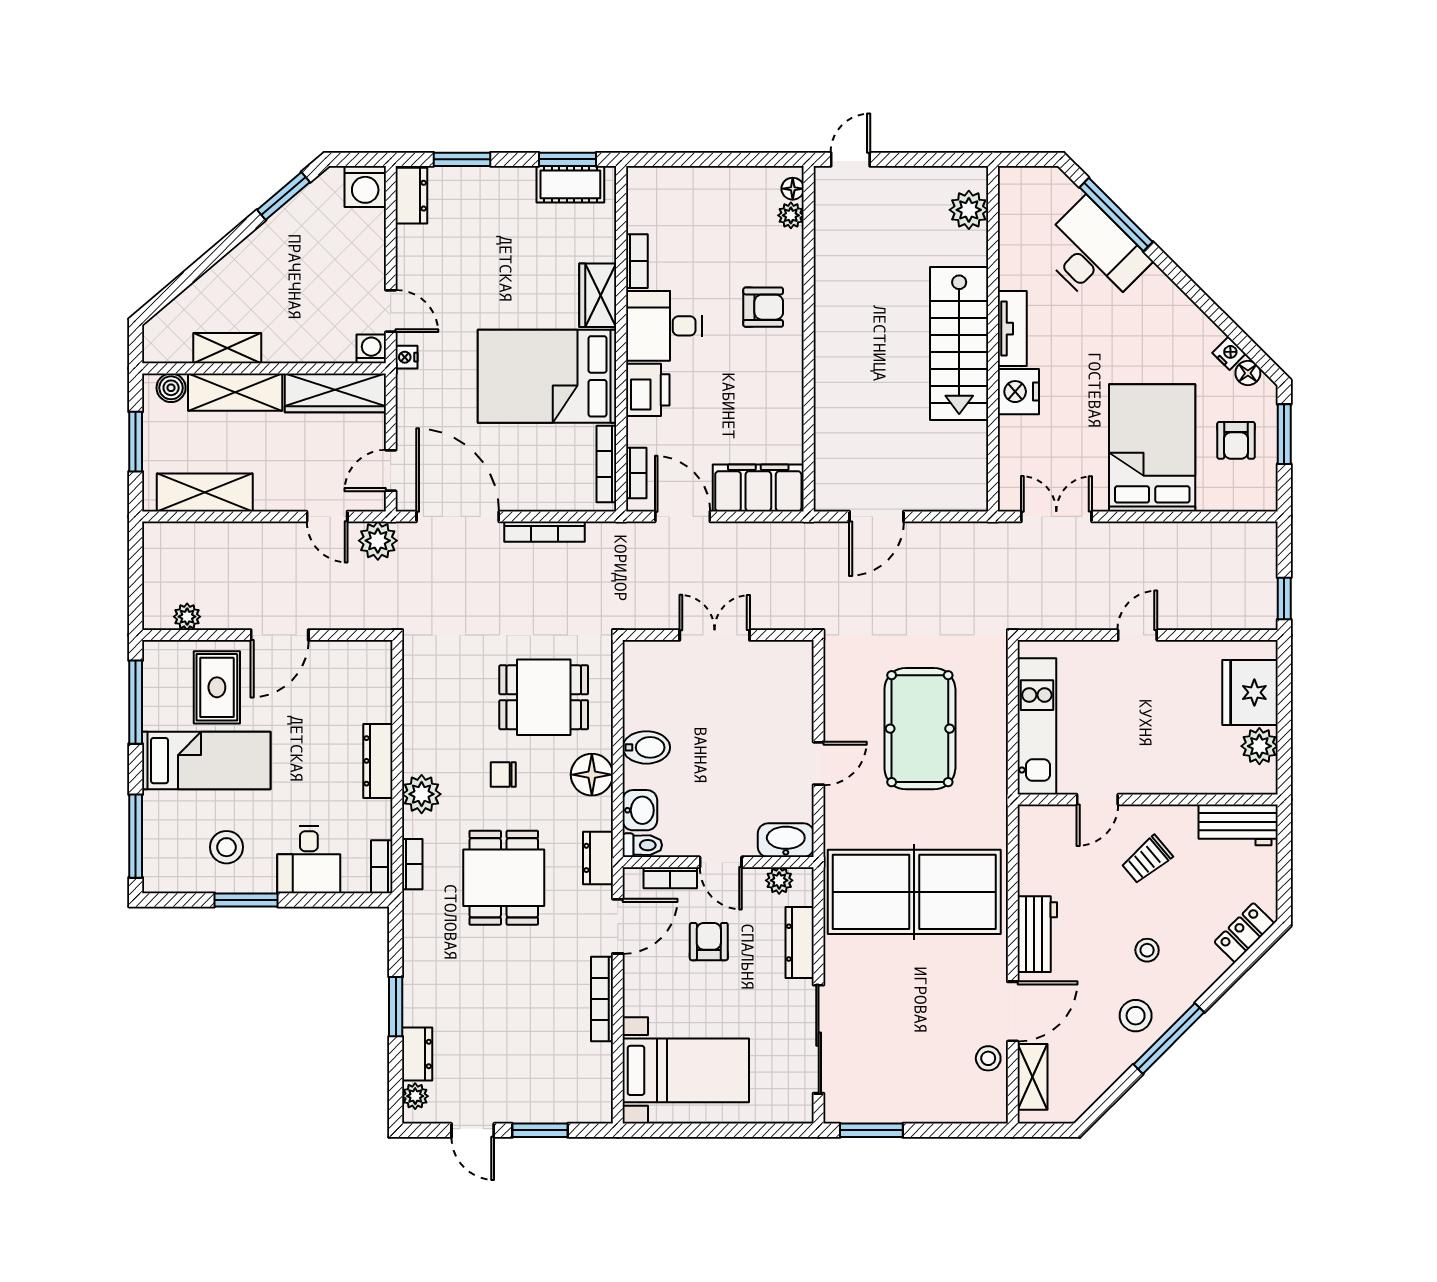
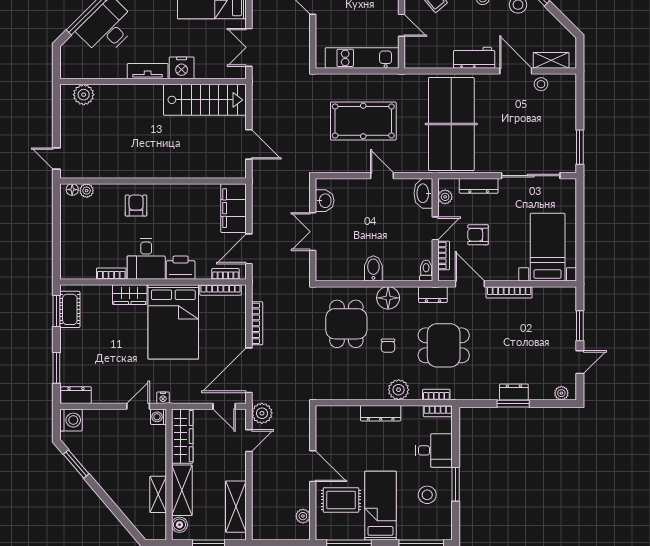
stairs: (959, 344) -> (205, 100), moved
washbasin: (640, 810) -> (325, 201), moved, turned 90
dresser: (417, 1054) -> (514, 392), moved

